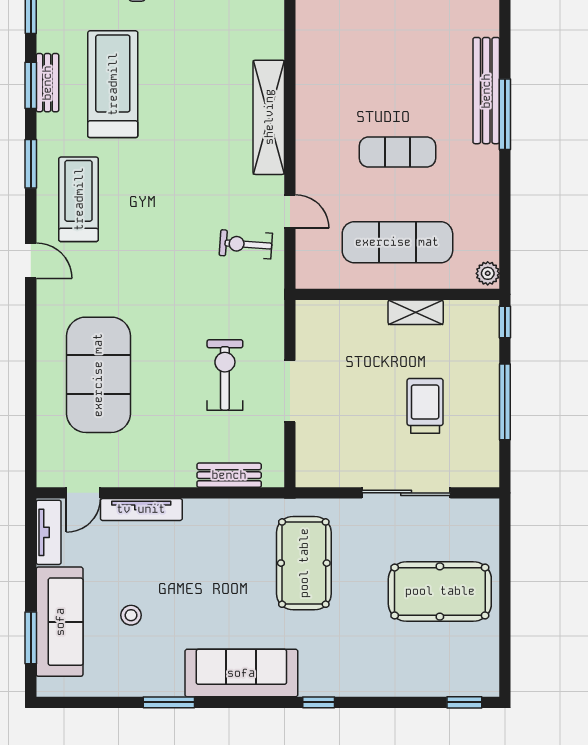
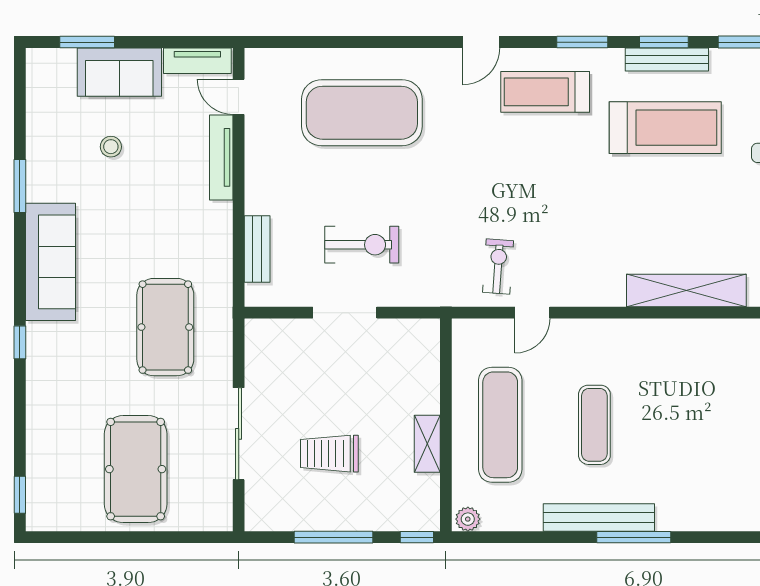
bench: (47, 83) -> (667, 59), width x1.36
bench: (486, 91) -> (599, 517), moved
shelving: (269, 117) -> (686, 291), moved
treadmill: (79, 199) -> (545, 92), turned 180
trolley: (425, 406) -> (329, 454), turned 180
pool table: (304, 563) -> (165, 327), turned 90
sofa: (60, 622) -> (119, 72), width x0.73

